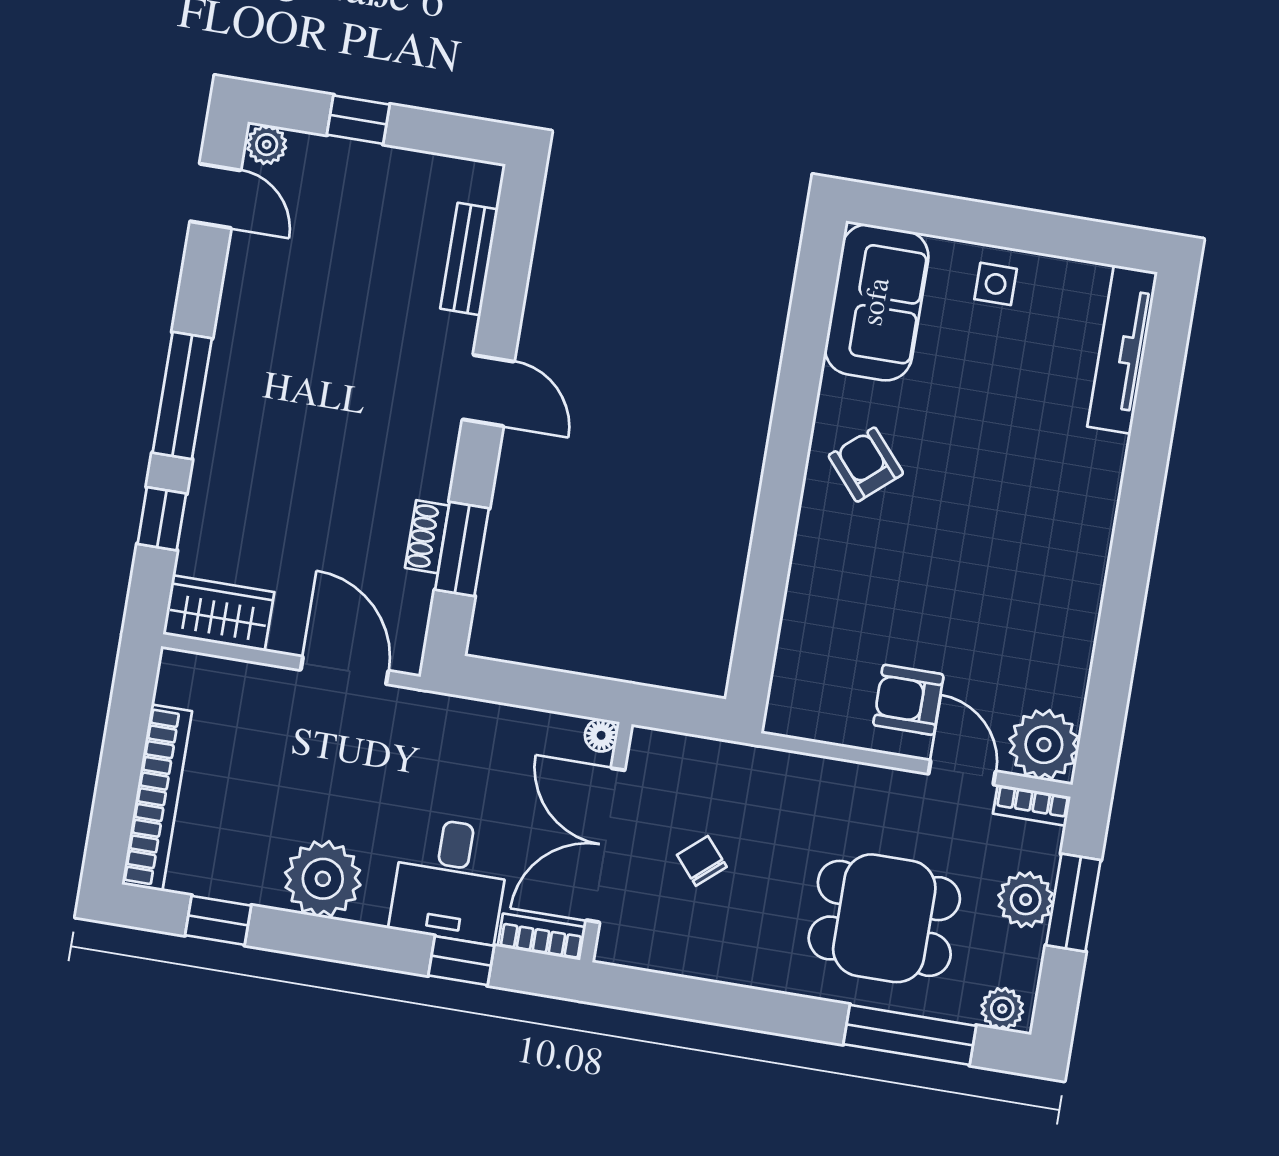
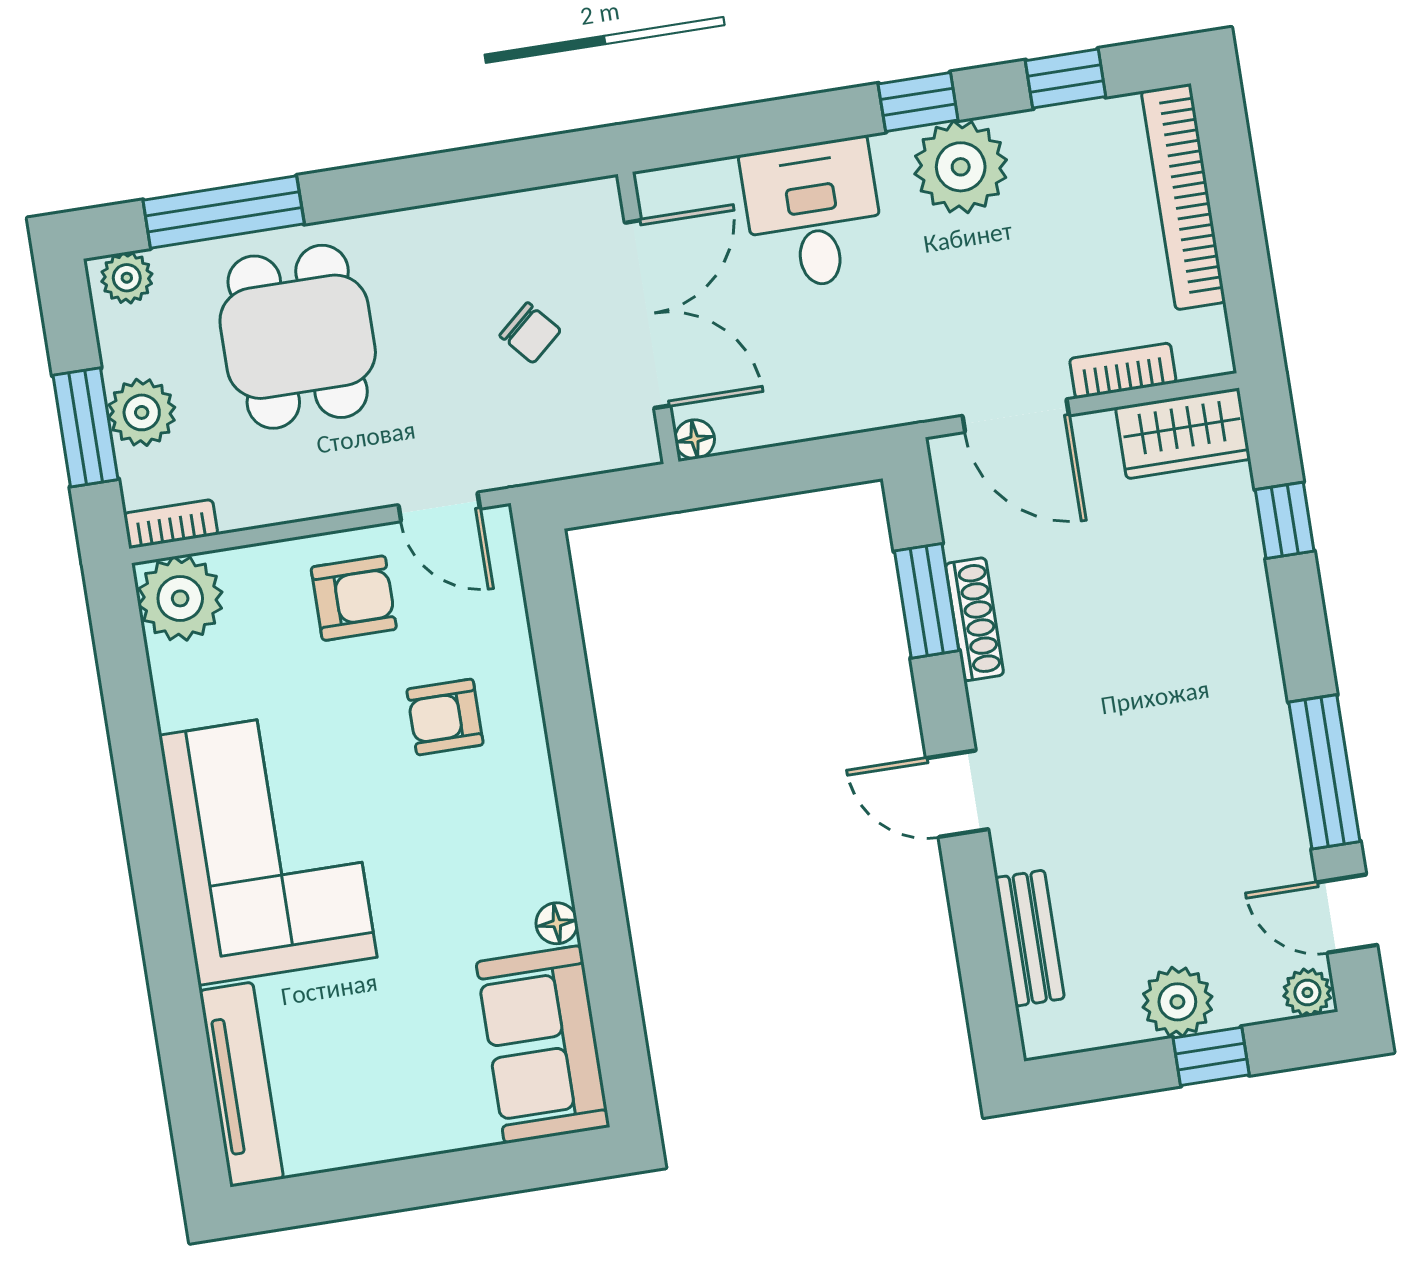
plant: (370, 171) -> (1177, 1002), added
side table: (996, 284) -> (413, 1111), removed
floor lamp: (834, 393) -> (557, 923), added
window: (182, 396) -> (1324, 772), moved
armchair: (866, 465) -> (445, 717), moved, turned 131
corner sofa: (1040, 528) -> (268, 846), added
shoe rack: (427, 537) -> (975, 619), width x1.43
door: (962, 773) -> (439, 507), moved
dining table: (884, 918) -> (298, 337), turned 90
bookcase: (542, 937) -> (1123, 371), moved, turned 180
window: (461, 961) -> (918, 102), moved

